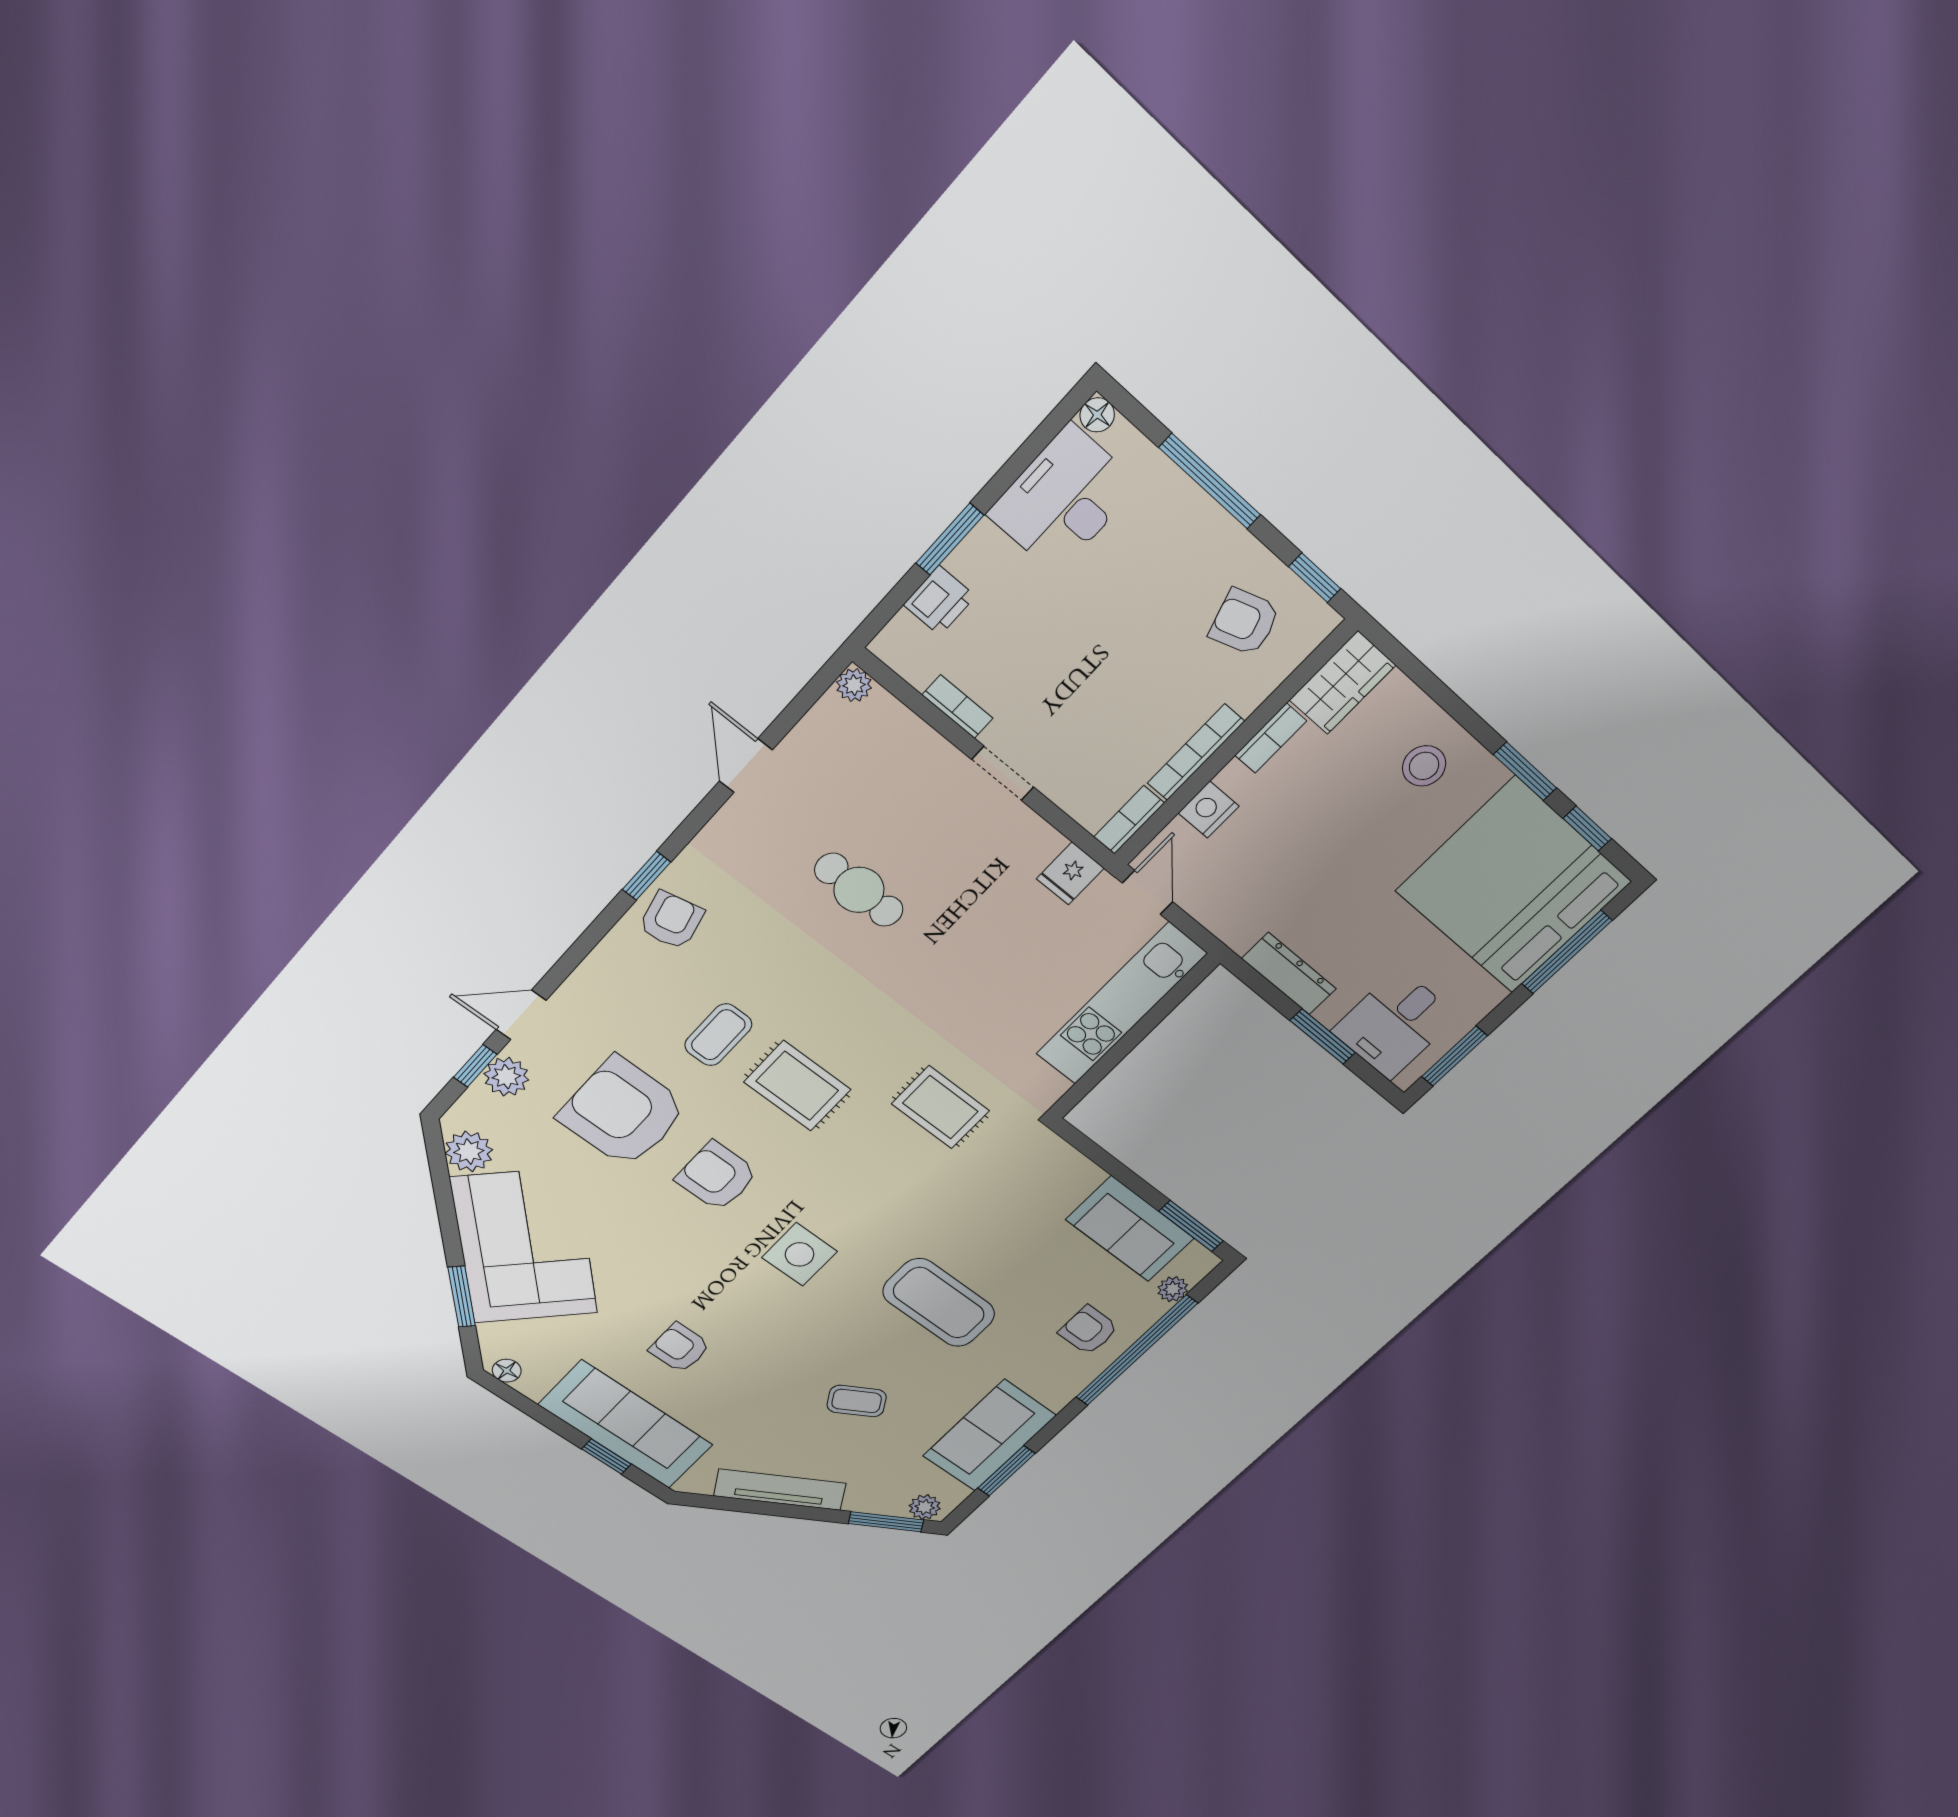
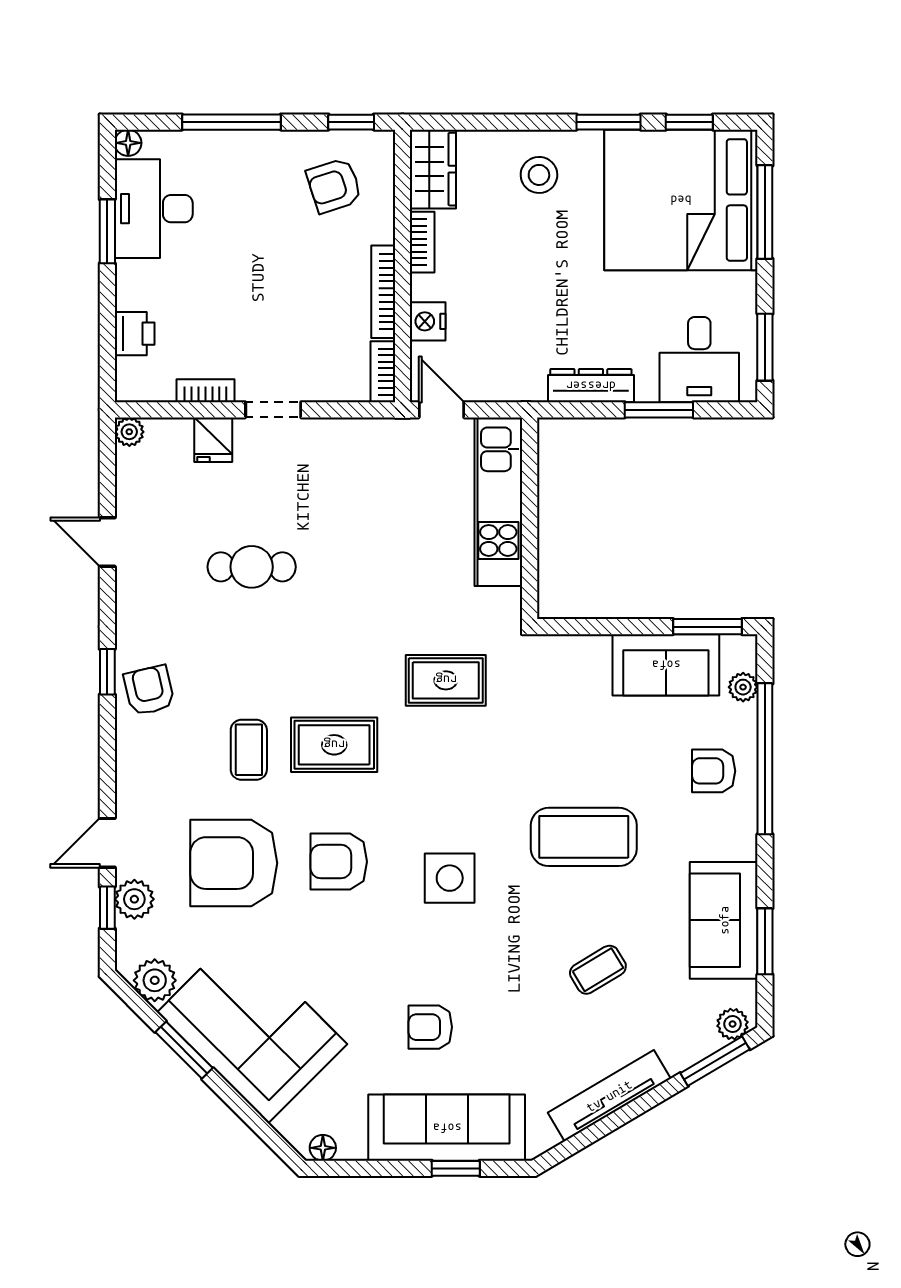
window: (950, 539) -> (107, 231), moved
fridge: (1070, 873) -> (213, 440), moved
window: (462, 1297) -> (184, 1050), moved

